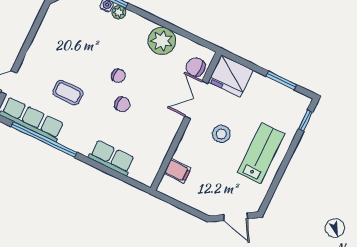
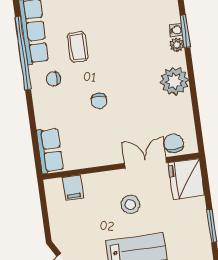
plant: (162, 41) -> (175, 81), moved
chair: (118, 76) -> (53, 79), moved, turned 90
row of seats: (112, 158) -> (50, 150), moved

